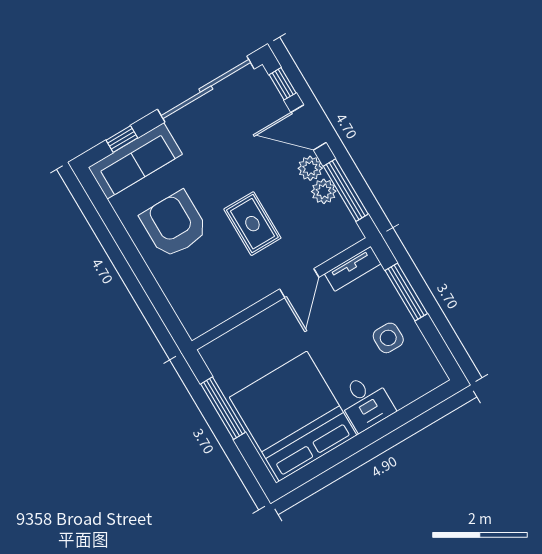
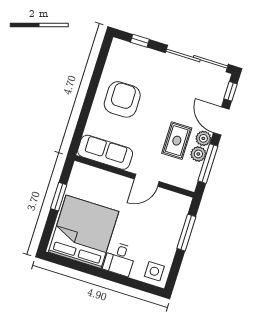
sofa: (135, 161) -> (105, 152), moved, turned 180
rug: (252, 224) -> (177, 141), moved
tv unit: (353, 269) -> (175, 199), removed
side table: (388, 338) -> (154, 271), moved
window: (223, 408) -> (59, 197), width x0.69

